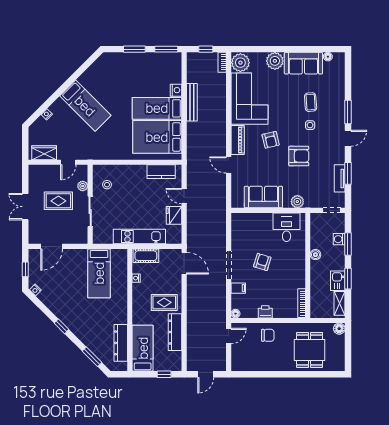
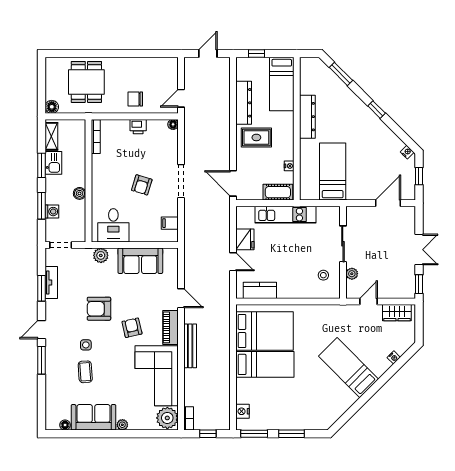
plant: (275, 61) -> (122, 425), width x0.53, depth x0.53
nightstand: (176, 90) -> (243, 411), moved
bench: (192, 102) -> (190, 346), moved
window: (25, 177) -> (419, 284), added
rug: (58, 201) -> (380, 256), removed
filing cabinet: (238, 288) -> (170, 223), moved
dresser: (121, 343) -> (307, 117), moved

